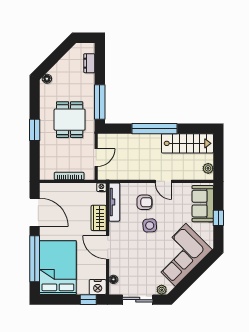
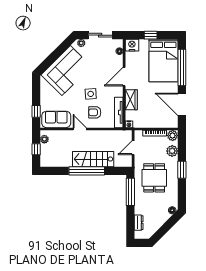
stairs: (187, 143) -> (93, 159), moved
plant: (47, 154) -> (172, 151), added
window: (218, 156) -> (36, 149), added
plant: (46, 173) -> (173, 136), added
sofa: (203, 204) -> (56, 119), moved, turned -90
window: (218, 218) -> (36, 111), moved
door: (108, 247) -> (124, 77), swing flipped
window: (88, 300) -> (151, 35), moved

